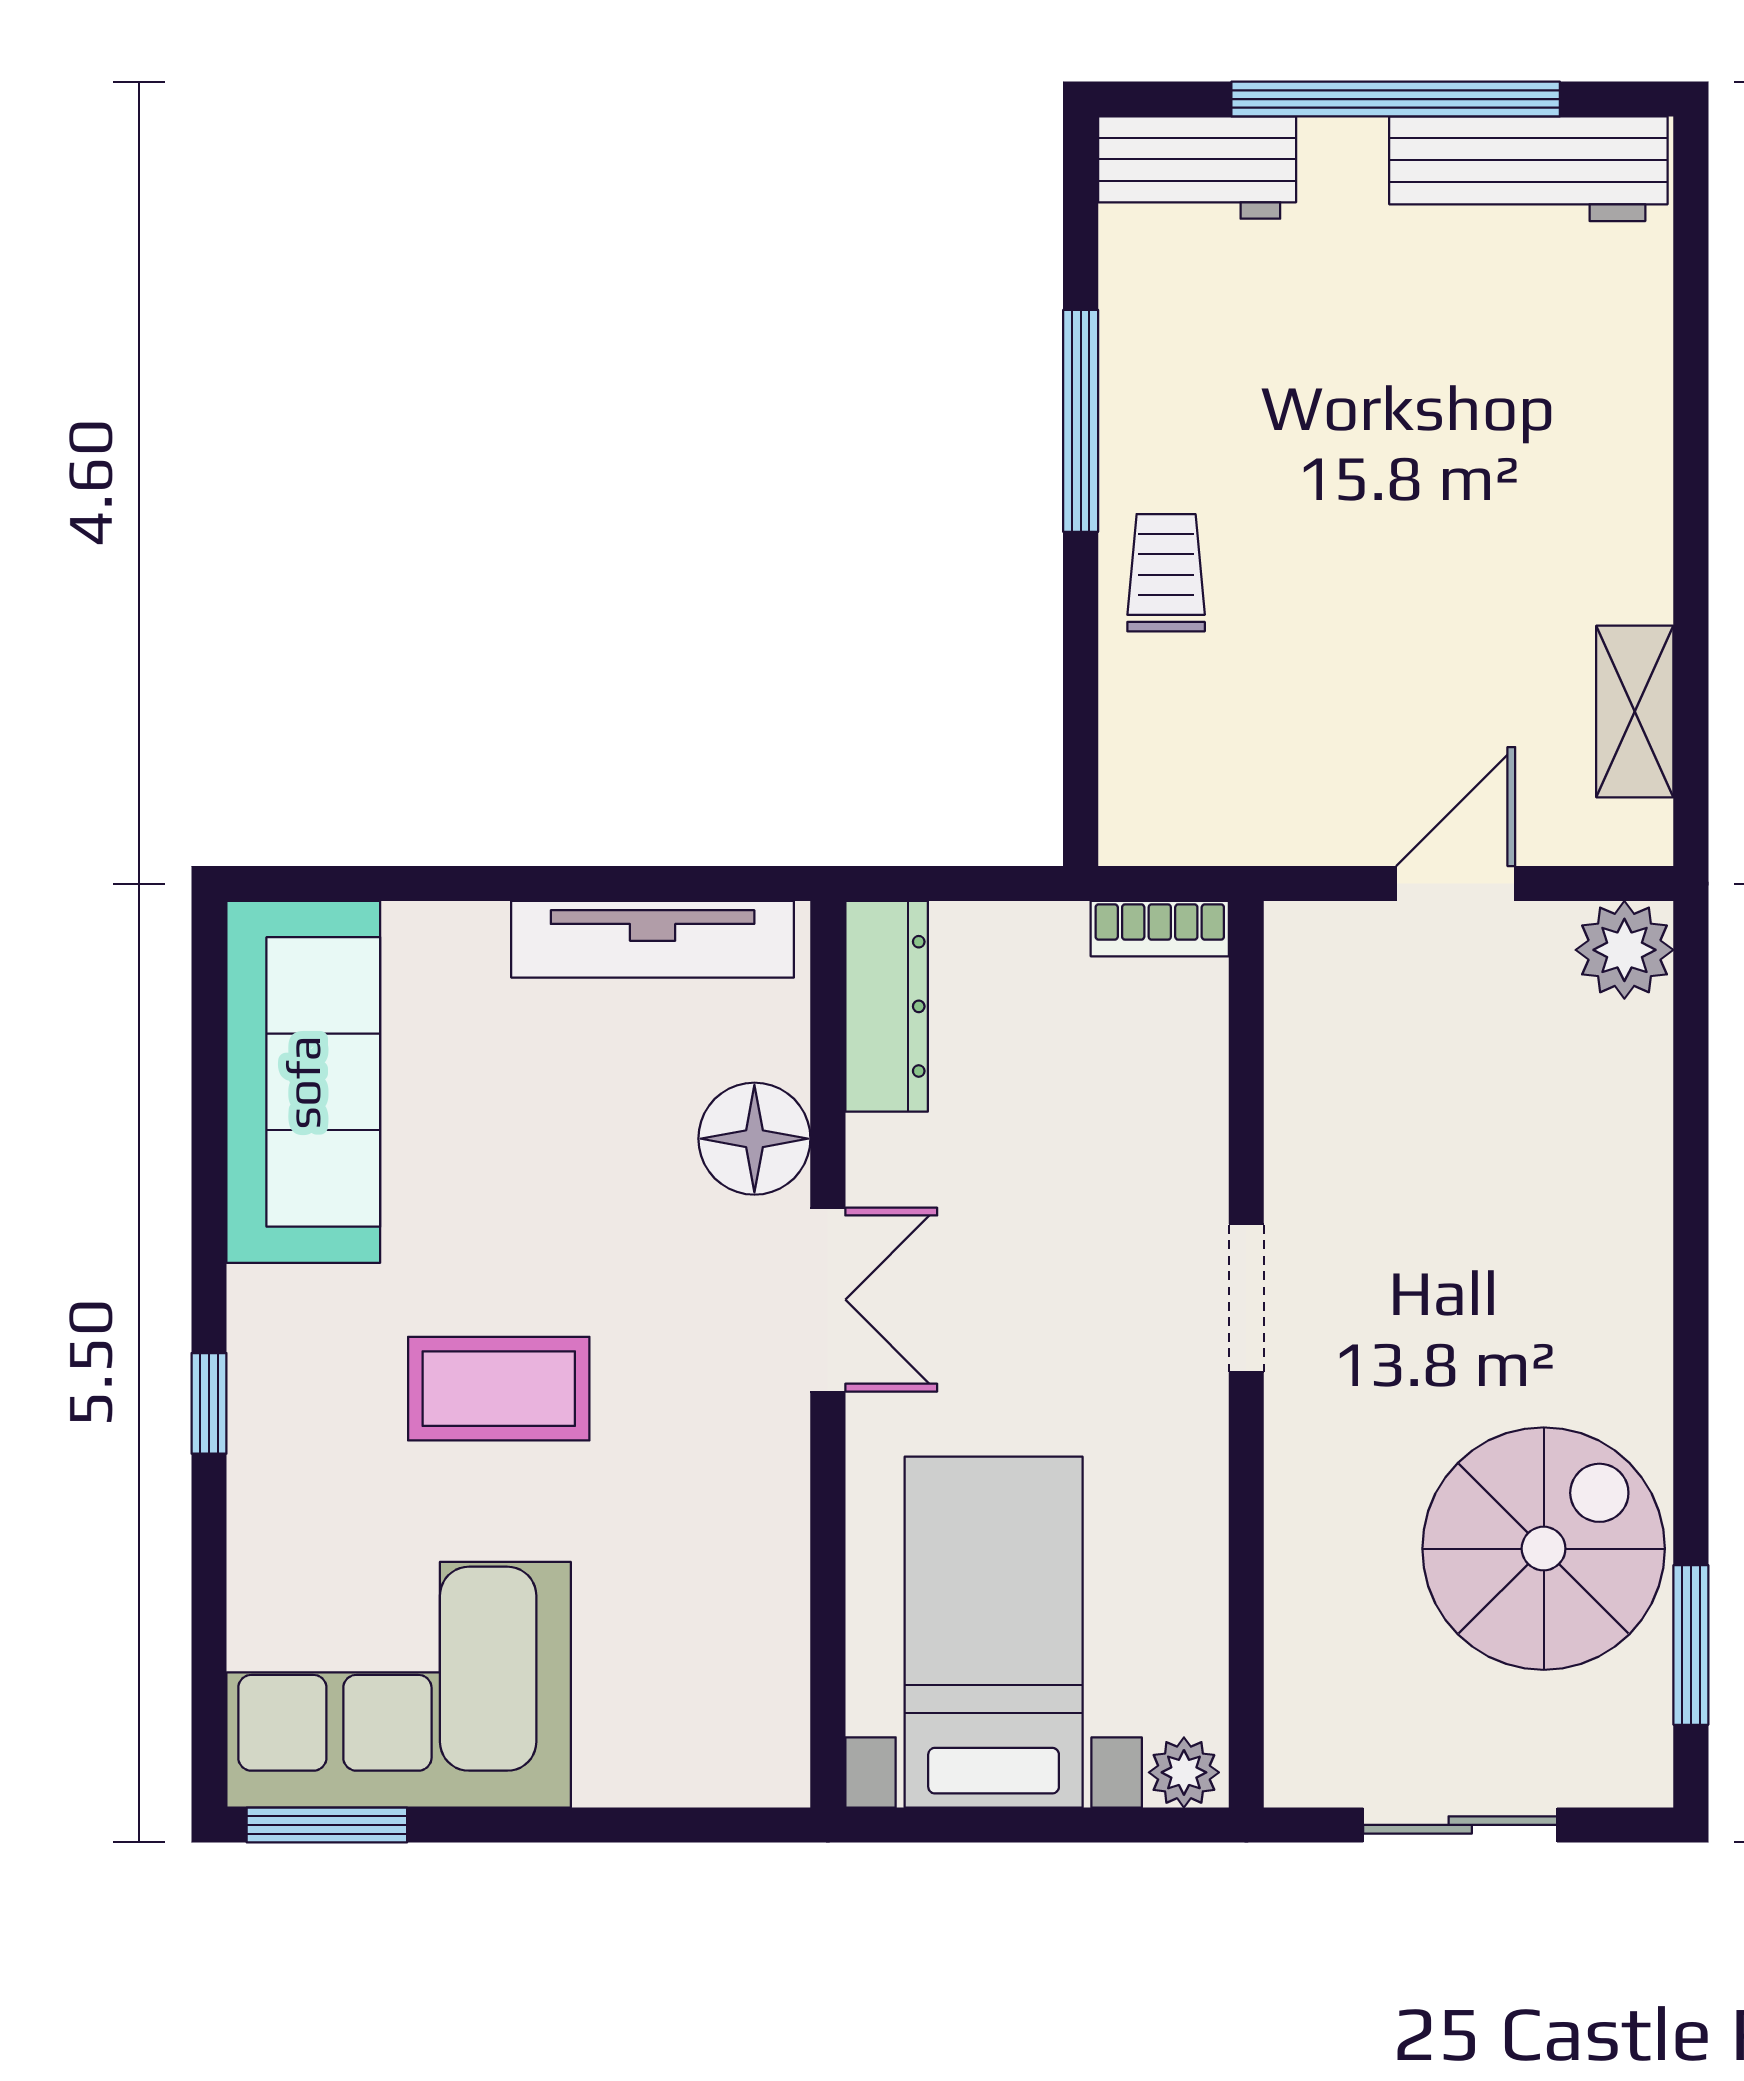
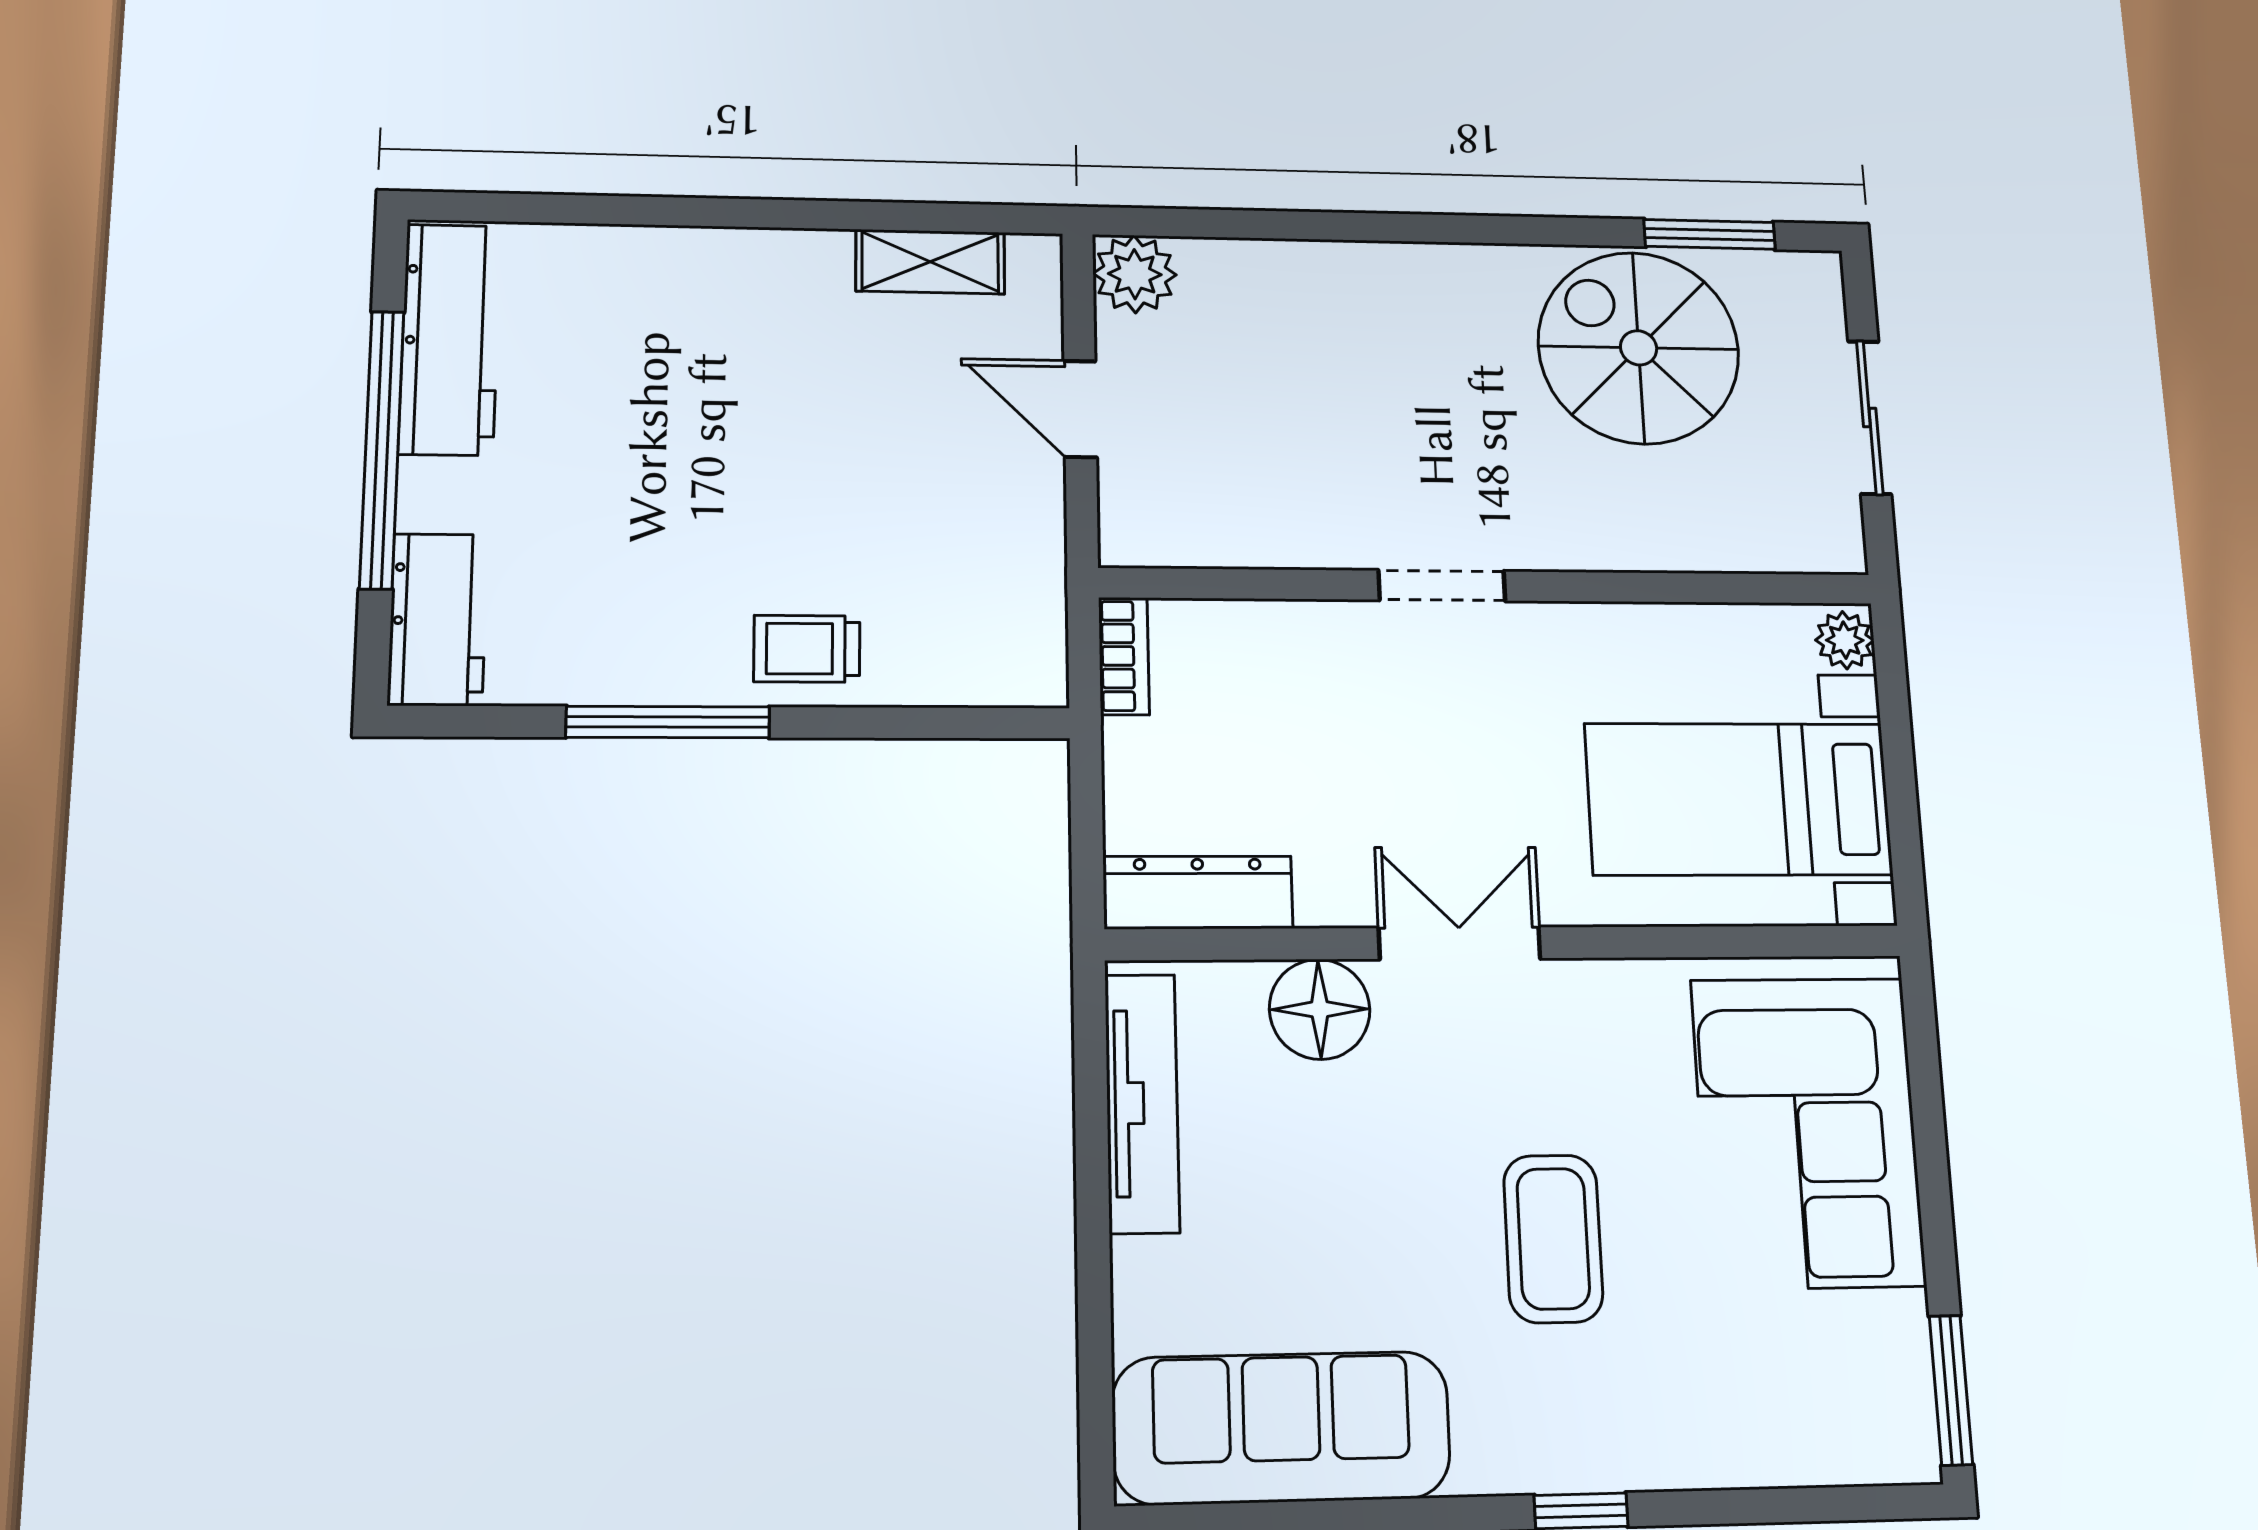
corner sofa: (399, 1685) -> (1808, 1132), moved

